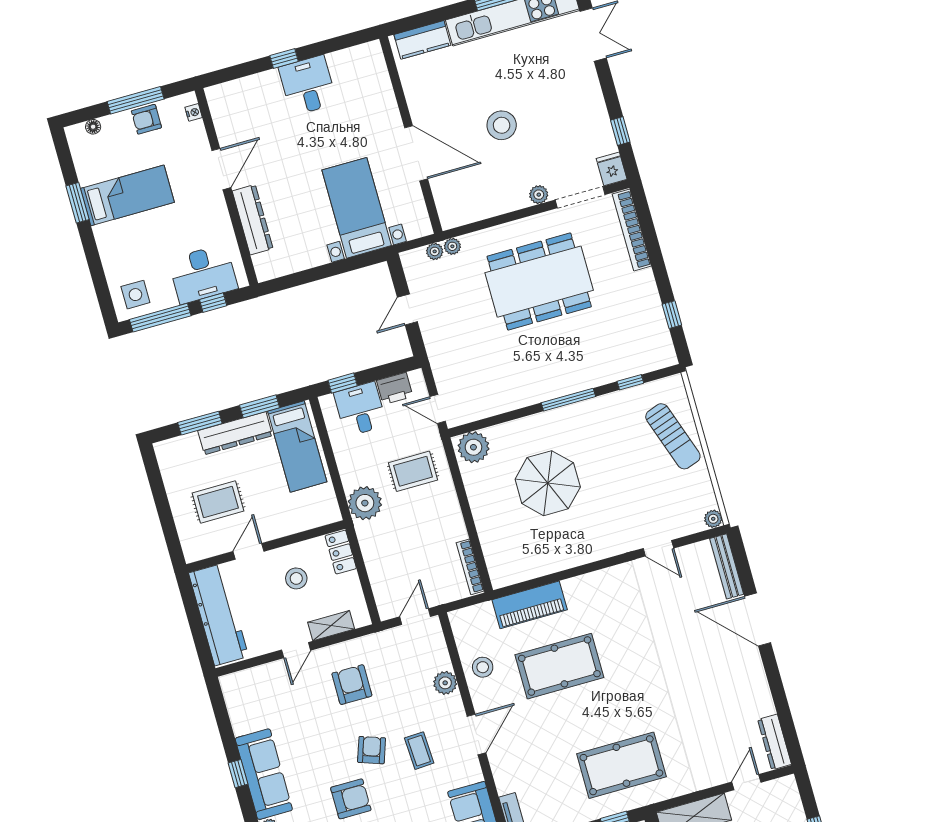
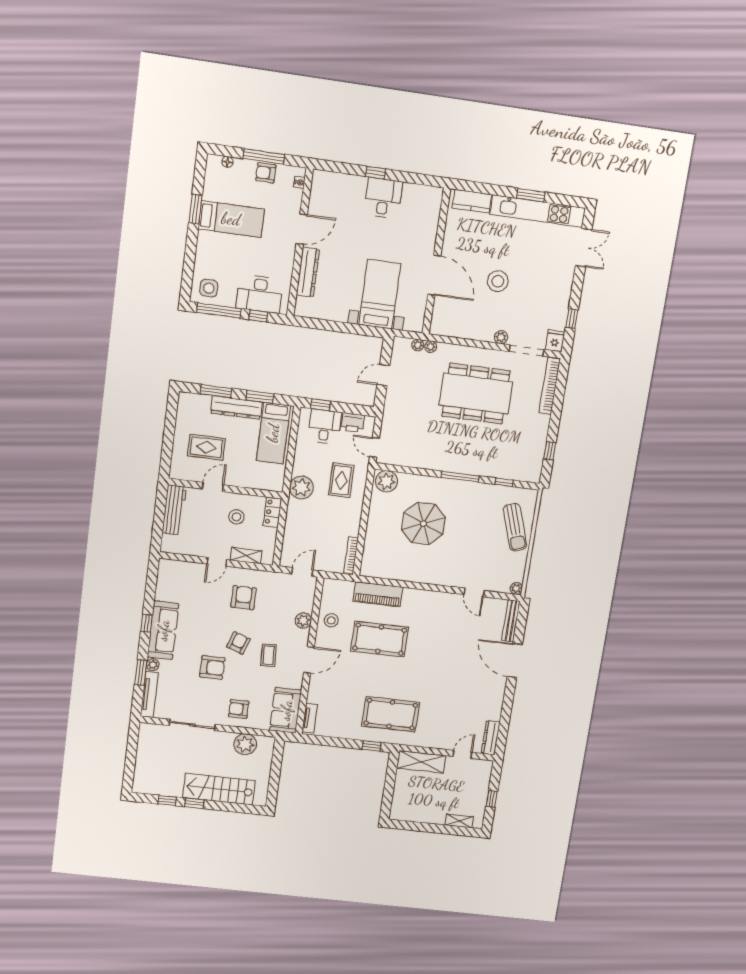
rug: (413, 471) -> (341, 480), turned 90
workbench: (219, 615) -> (174, 510), width x0.73, depth x0.76

